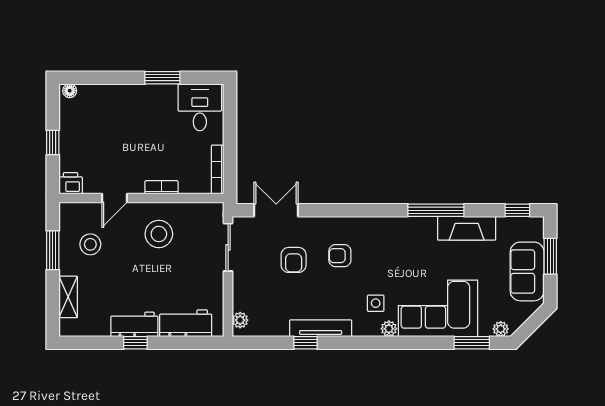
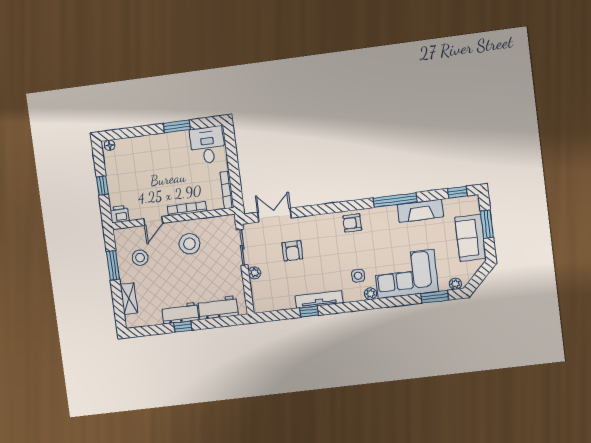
bookcase: (161, 187) -> (187, 209), width x1.56
armchair: (340, 256) -> (352, 223), moved
plant: (240, 320) -> (255, 273), moved

